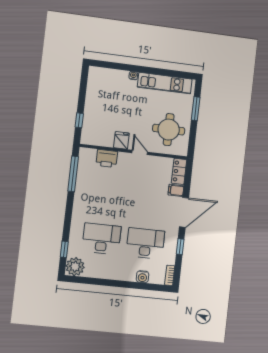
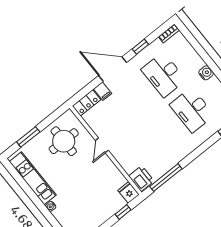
fridge: (121, 140) -> (128, 192), moved, turned 90
printer: (107, 158) -> (141, 179), moved
water cooler: (143, 277) -> (206, 73), moved

